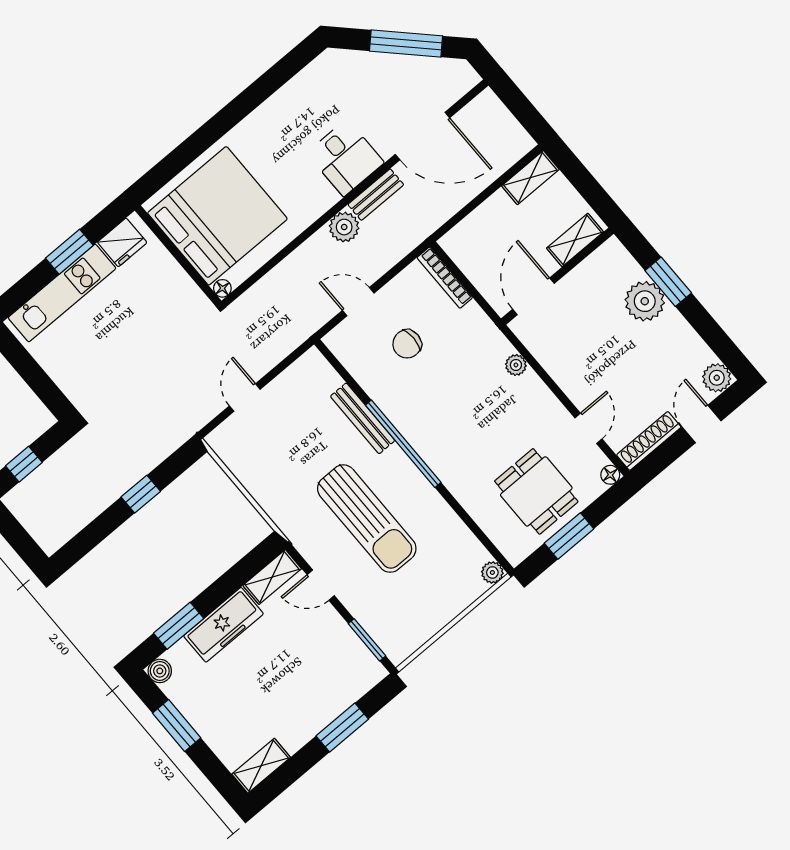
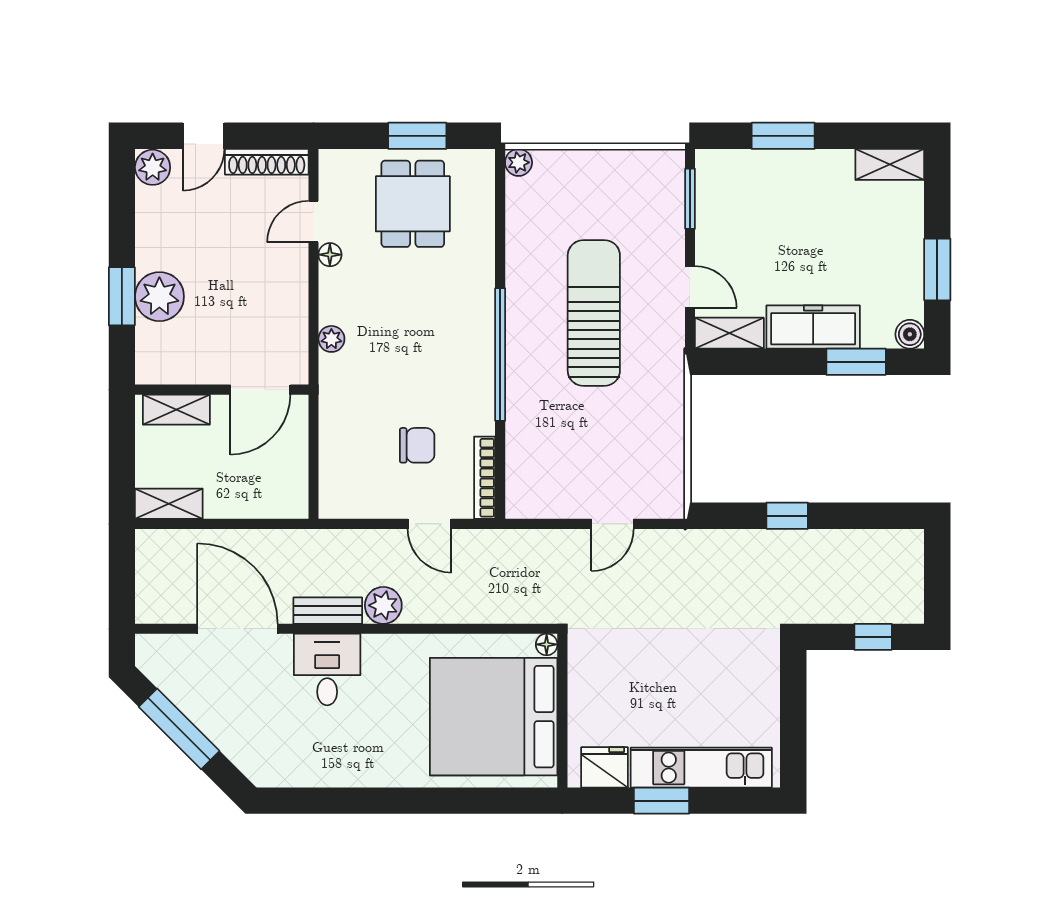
bookcase: (445, 278) -> (485, 478), moved, turned 180
bench: (363, 418) -> (518, 411), removed
floor lamp: (610, 475) -> (330, 255), moved

